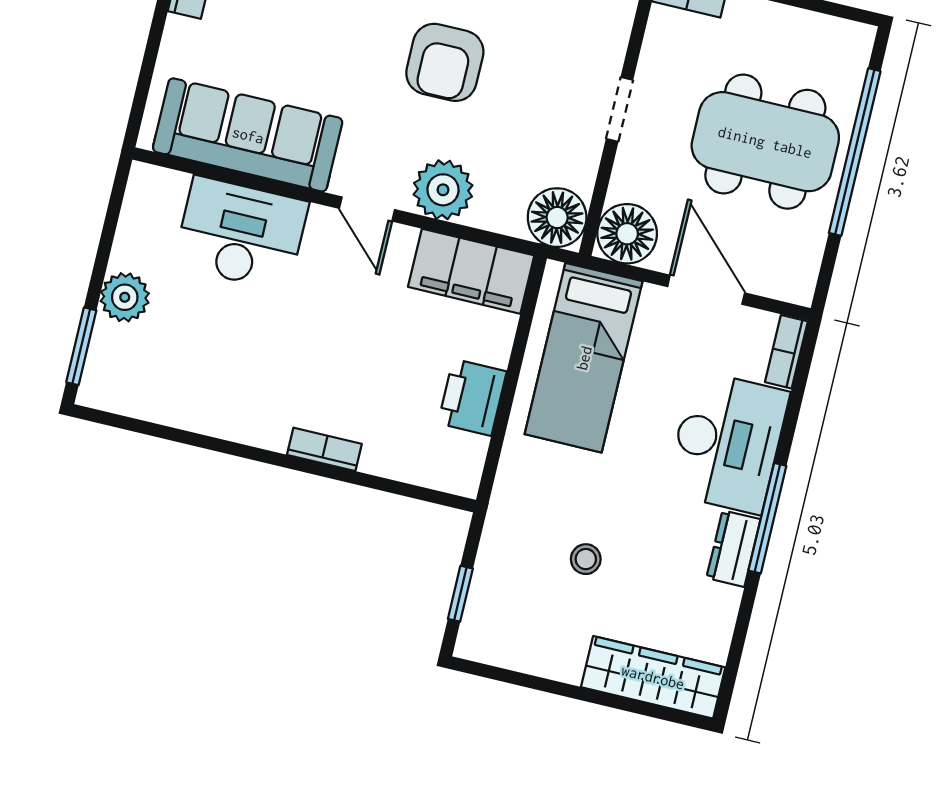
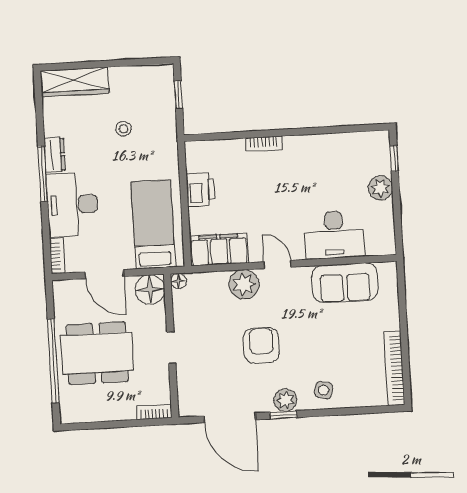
sofa: (248, 135) -> (345, 283), width x0.73
floor lamp: (557, 218) -> (178, 281), width x0.53, depth x0.53
window: (81, 346) -> (394, 158), width x0.67

